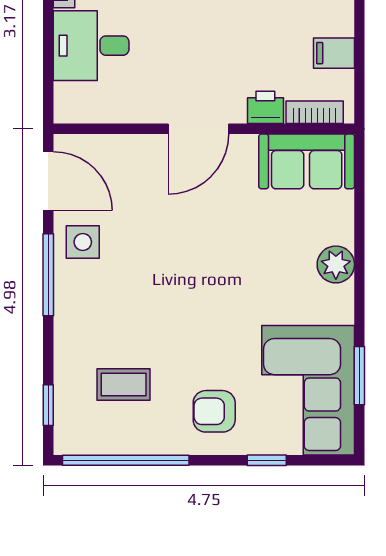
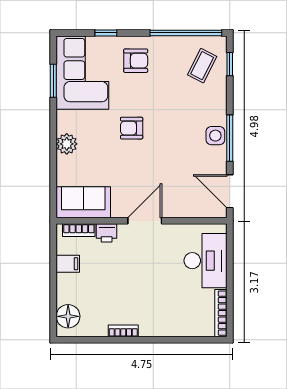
desk: (91, 46) -> (206, 261), width x1.37
side table: (83, 242) -> (215, 136), moved
armchair: (221, 292) -> (132, 128), added
coffee table: (124, 385) -> (202, 66), moved, turned -63

